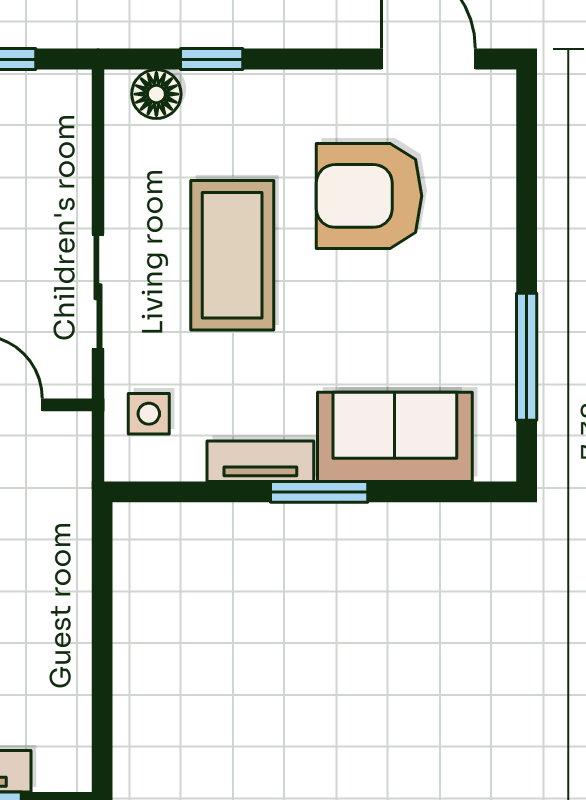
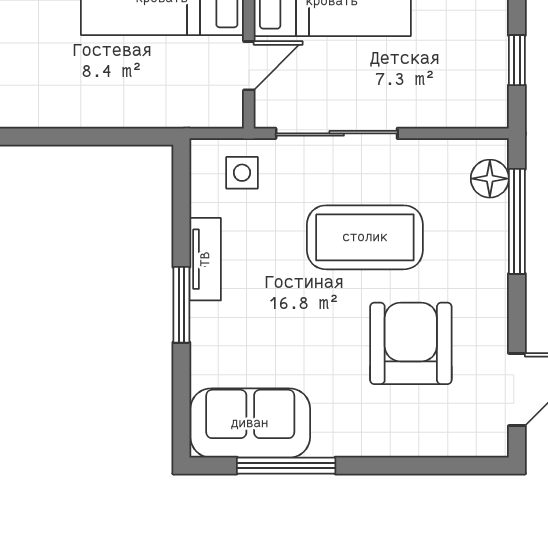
window: (212, 59) -> (517, 221), width x2.17
sliding door: (98, 292) -> (337, 133), width x1.37
sofa: (395, 437) -> (250, 423), moved, turned -90

